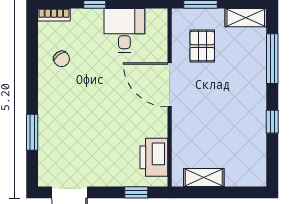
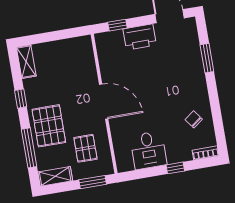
pallet: (243, 82) -> (49, 126), added
door: (170, 85) -> (104, 101), moved
printer: (154, 157) -> (140, 37), moved, turned 90
shelving: (204, 177) -> (26, 62), moved, turned 90

